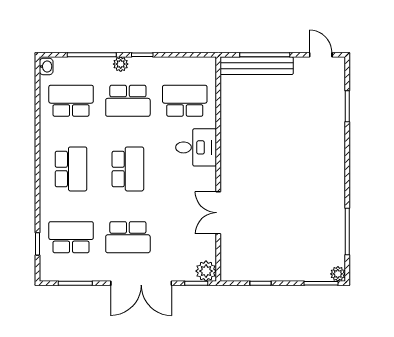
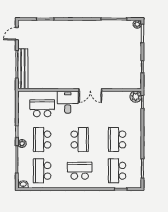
school desk: (128, 101) -> (42, 140), turned 180
school desk: (185, 101) -> (42, 108), turned 90
school desk: (128, 169) -> (80, 140), turned 90
double door: (218, 213) -> (90, 90), moved
school desk: (128, 237) -> (117, 140), turned 180
double door: (141, 283) -> (142, 132), removed

